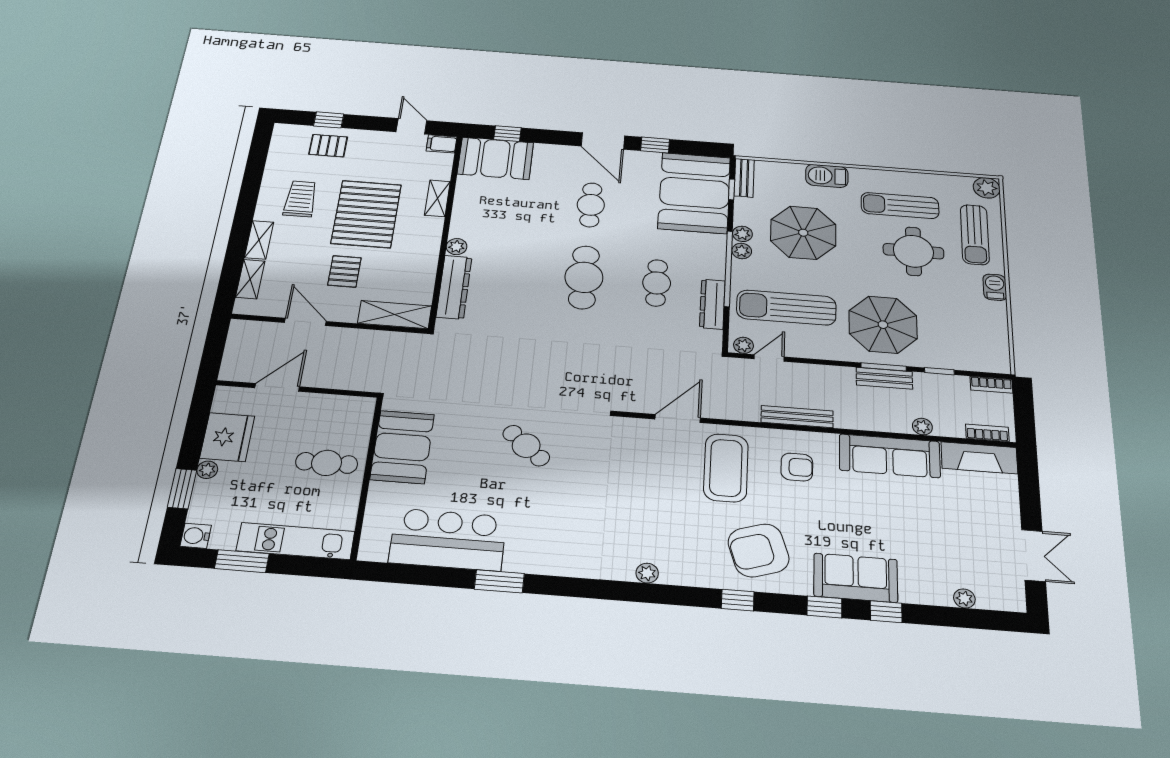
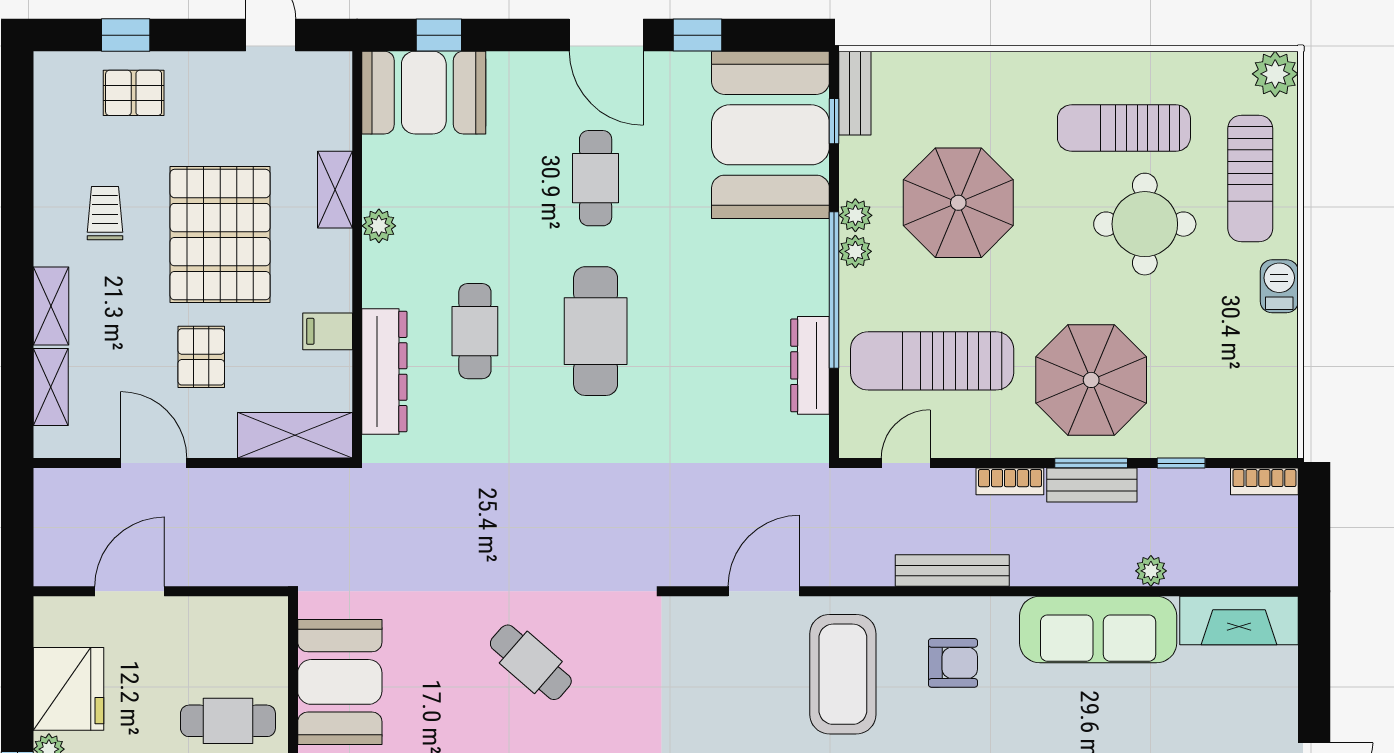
filing cabinet: (442, 144) -> (328, 331), moved
barbecue: (827, 176) -> (998, 75), removed
trolley: (300, 199) -> (105, 213), width x0.73, depth x0.72
plant: (457, 247) -> (379, 226), moved
cafe table: (657, 283) -> (475, 331), moved
plant: (743, 345) -> (864, 442), removed
bookcase: (987, 433) -> (1010, 481), moved, turned 180

